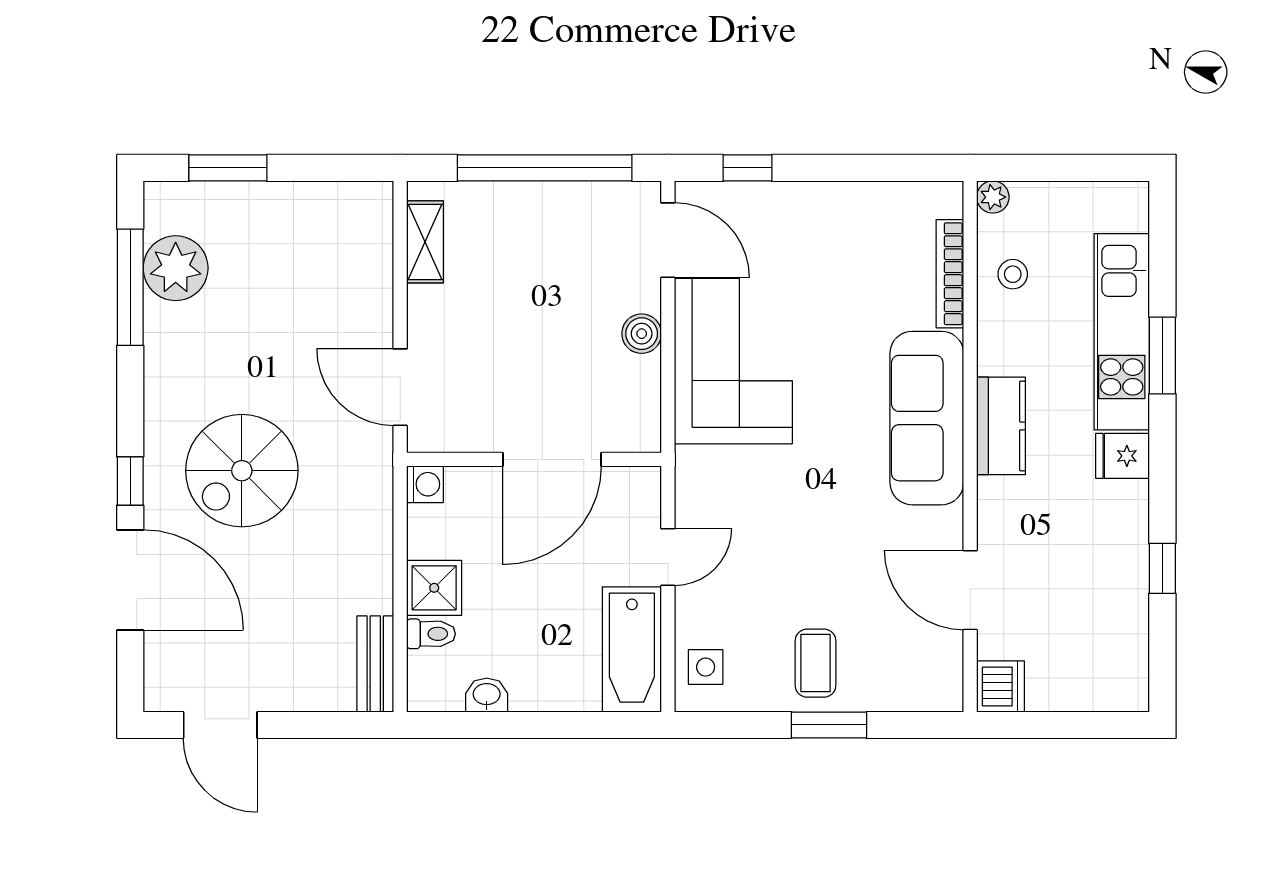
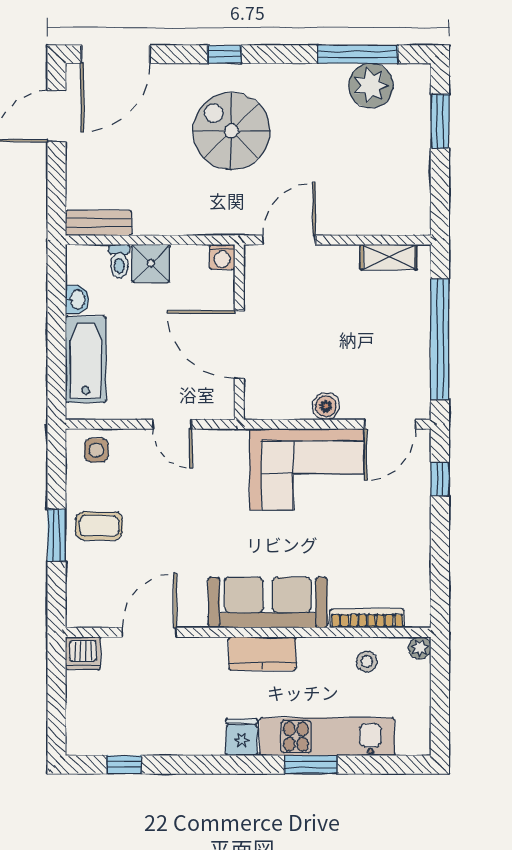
window: (1162, 568) -> (124, 765), moved
door: (130, 580) -> (115, 54), moved
bathtub: (632, 649) -> (86, 359), moved, turned 90

